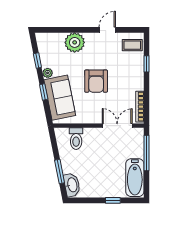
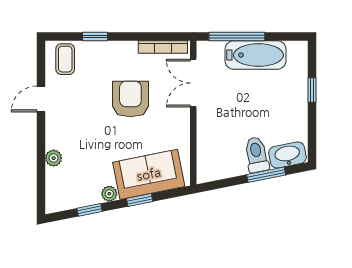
door: (107, 30) -> (41, 99), hinge flipped
plant: (75, 42) -> (54, 158), width x0.53, depth x0.53
armchair: (96, 81) -> (130, 99), moved, turned -90
toilet: (76, 139) -> (257, 155), moved, turned -101
bathtub: (135, 178) -> (256, 55), moved

